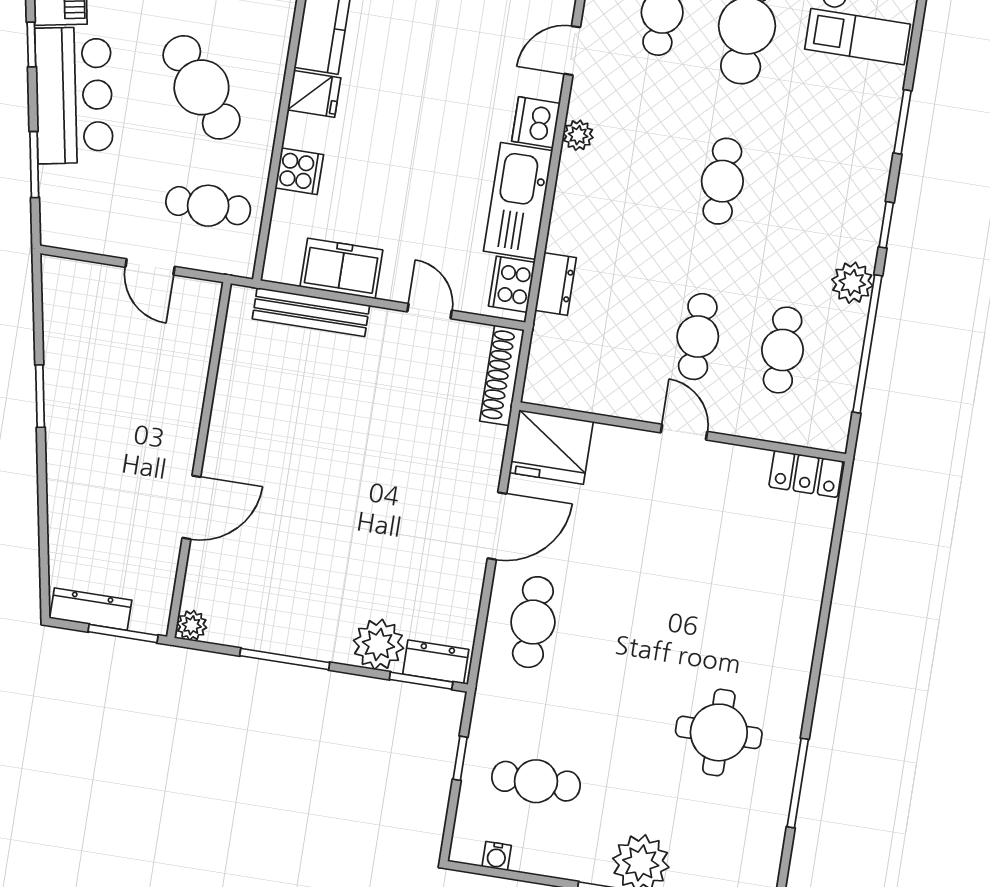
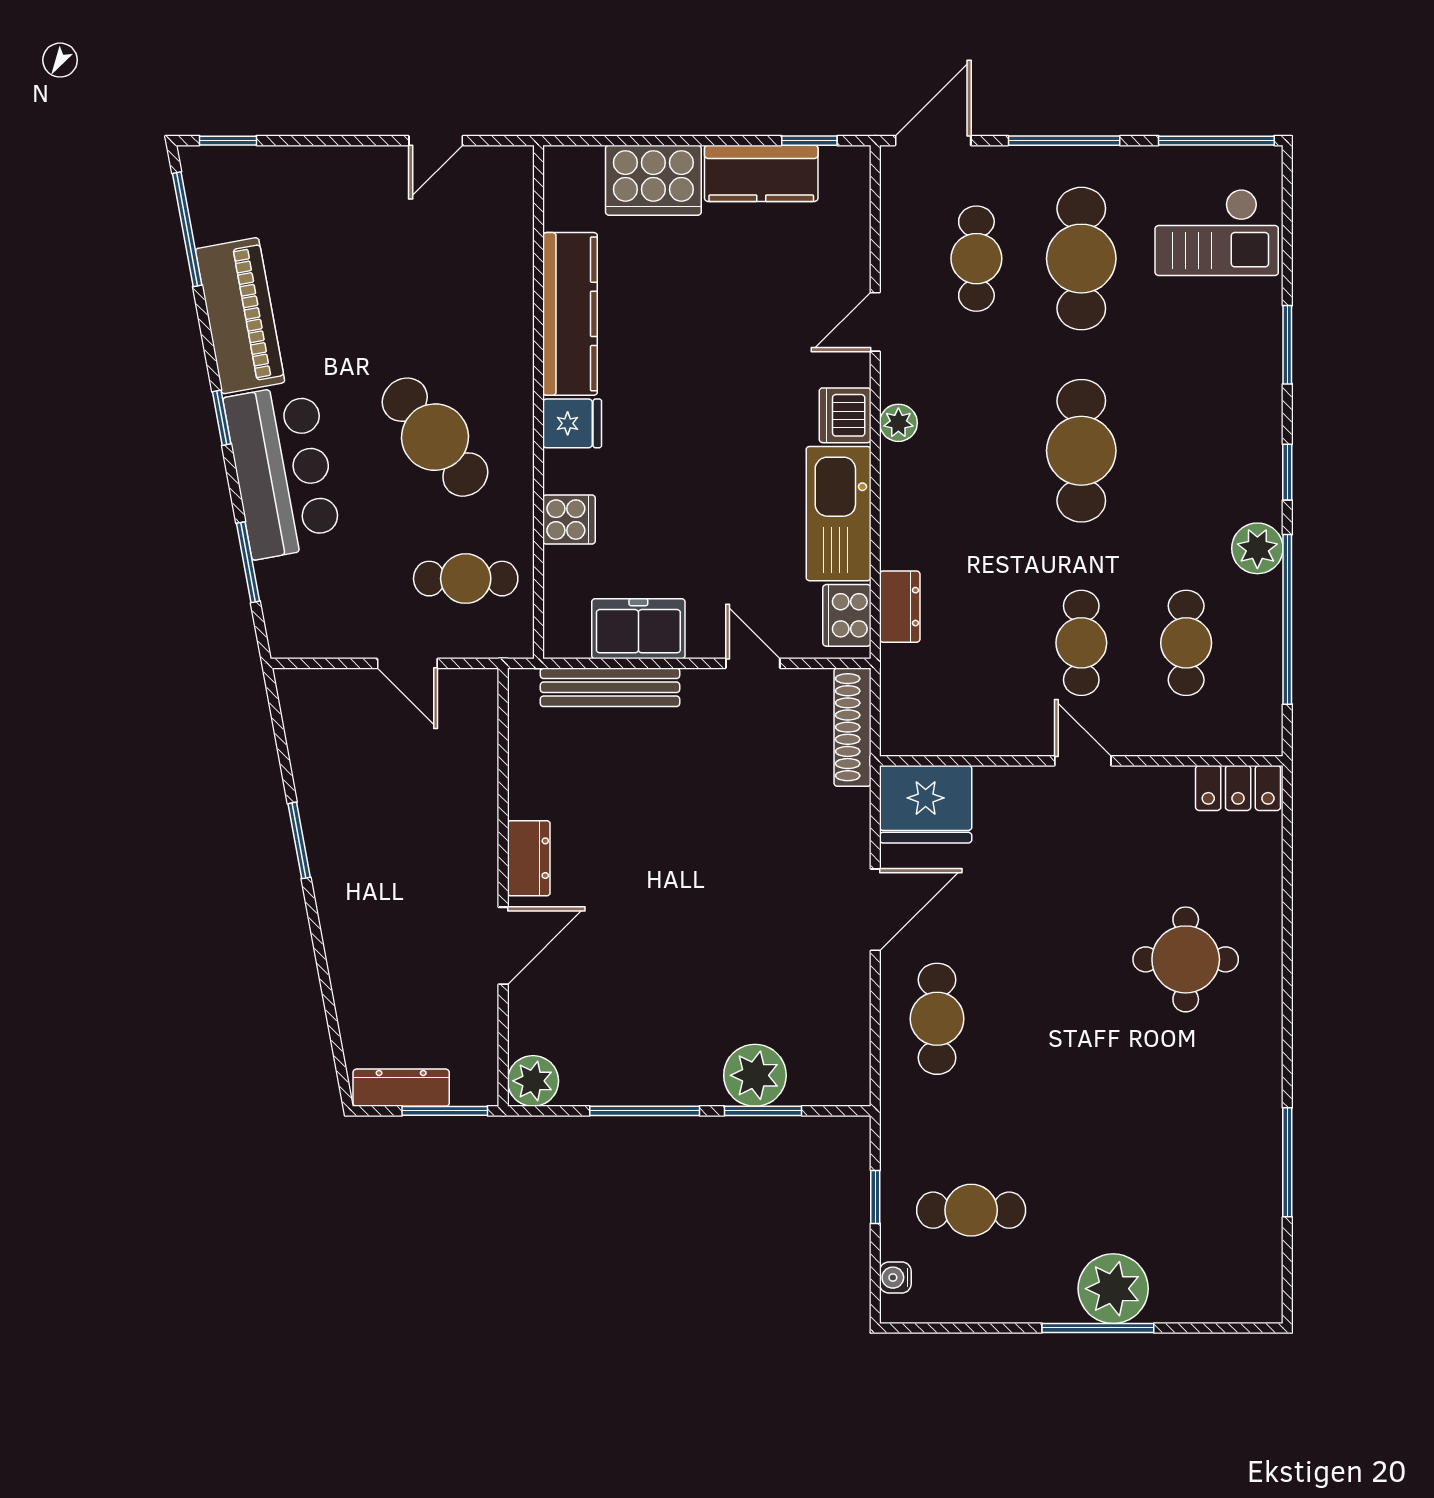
cafe table: (722, 181) -> (1081, 451), width x1.37, depth x1.35
plant: (192, 625) -> (533, 1081), width x1.38, depth x1.38
dresser: (436, 662) -> (529, 858), moved, turned 90
window: (421, 681) -> (763, 1111), moved
round table: (719, 732) -> (1186, 959), moved
water cooler: (497, 856) -> (895, 1278), moved, turned 90

